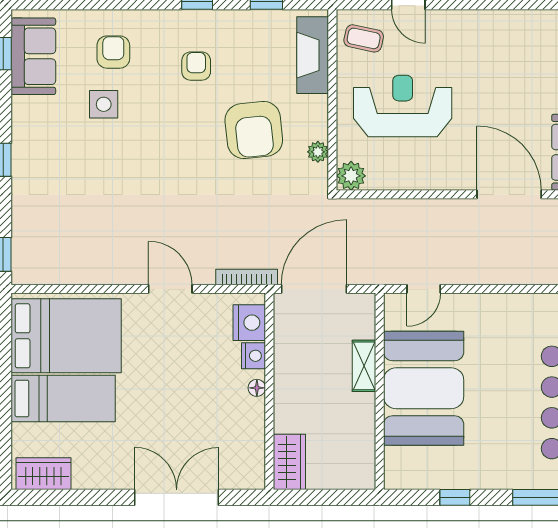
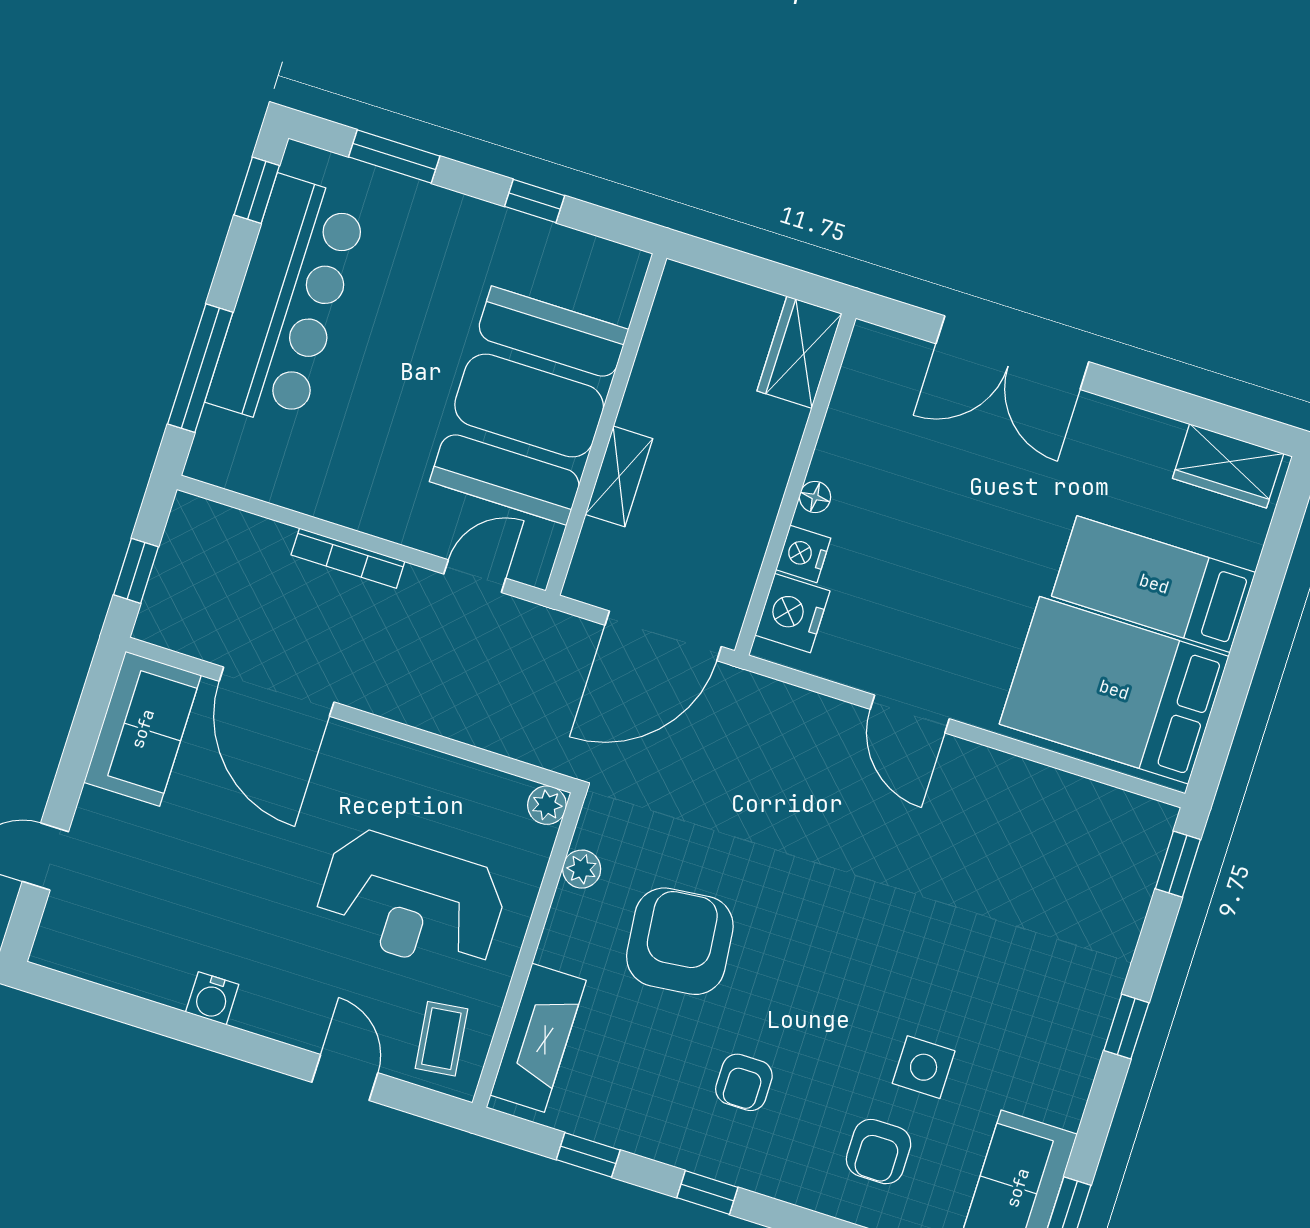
water cooler: (492, 21) -> (212, 998), added
coffee table: (364, 38) -> (441, 1039), turned 71
plant: (351, 176) -> (547, 805), width x0.73, depth x0.73
bookcase: (247, 277) -> (348, 558), moved

